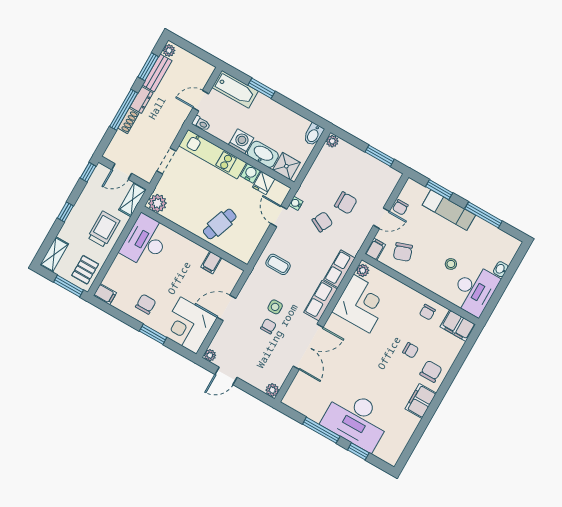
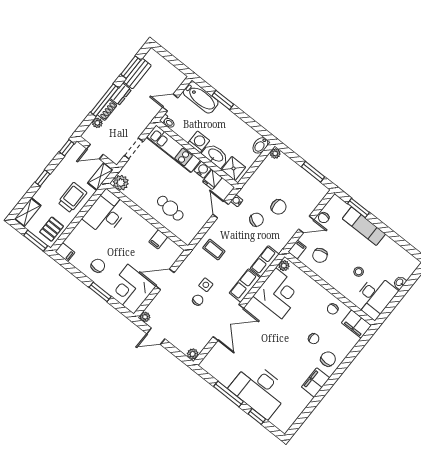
plant: (169, 51) -> (97, 123), moved
window: (483, 215) -> (392, 235), removed
cafe table: (220, 224) -> (170, 208), turned 74

